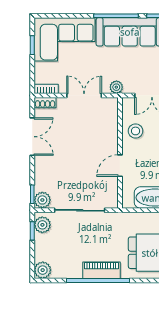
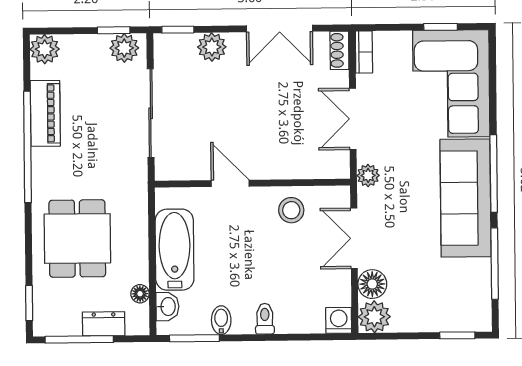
double door: (84, 95) -> (353, 119), swing flipped
plant: (42, 200) -> (212, 47), moved
piano: (101, 270) -> (45, 113), moved

